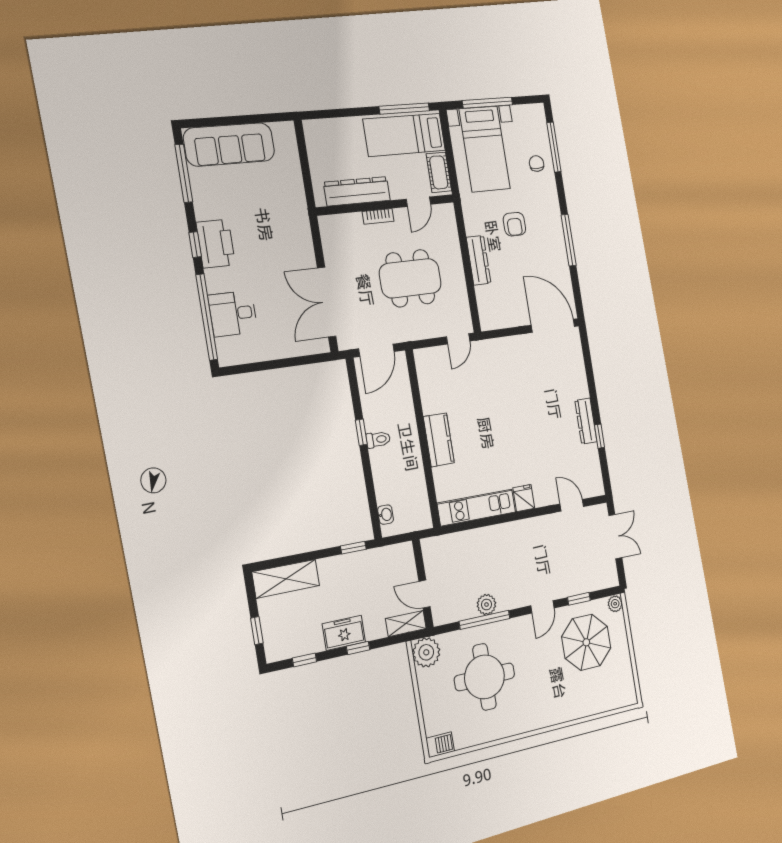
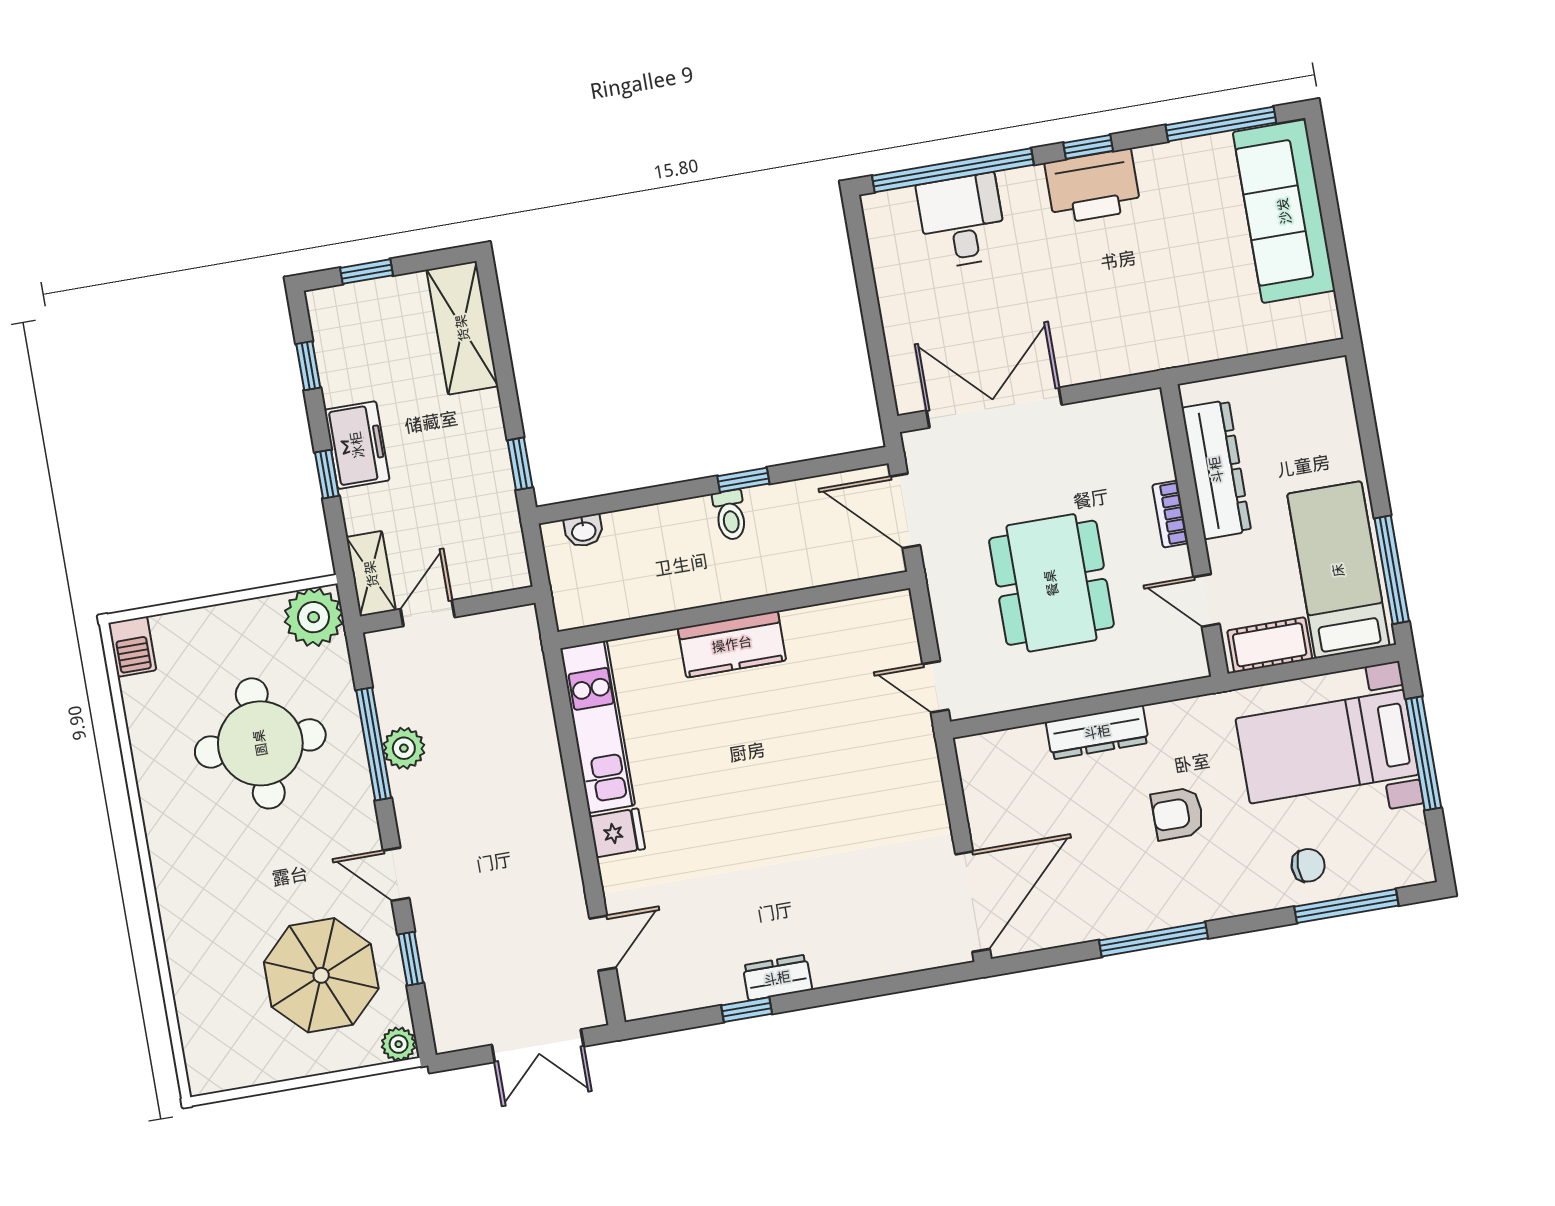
dresser: (586, 421) -> (777, 978), width x0.70

